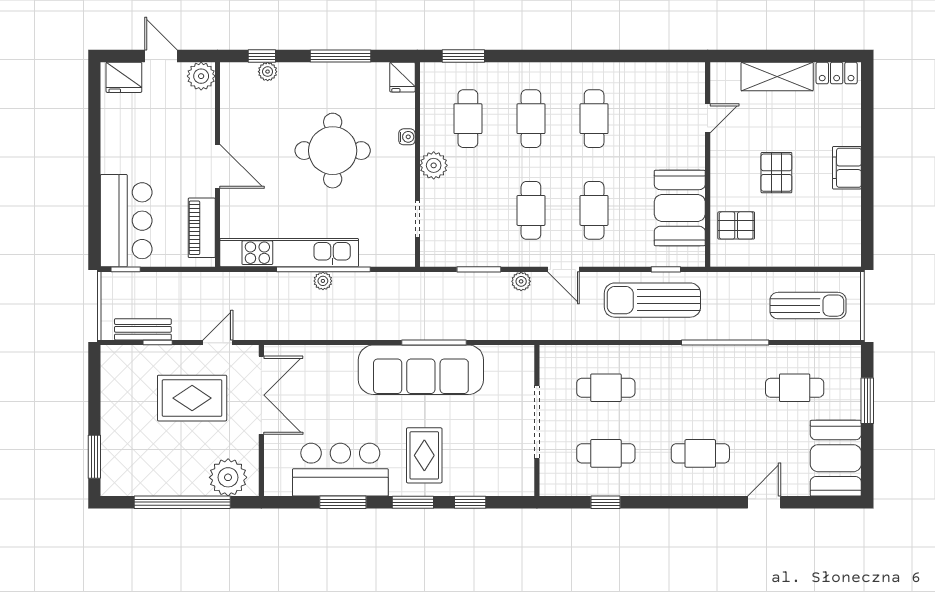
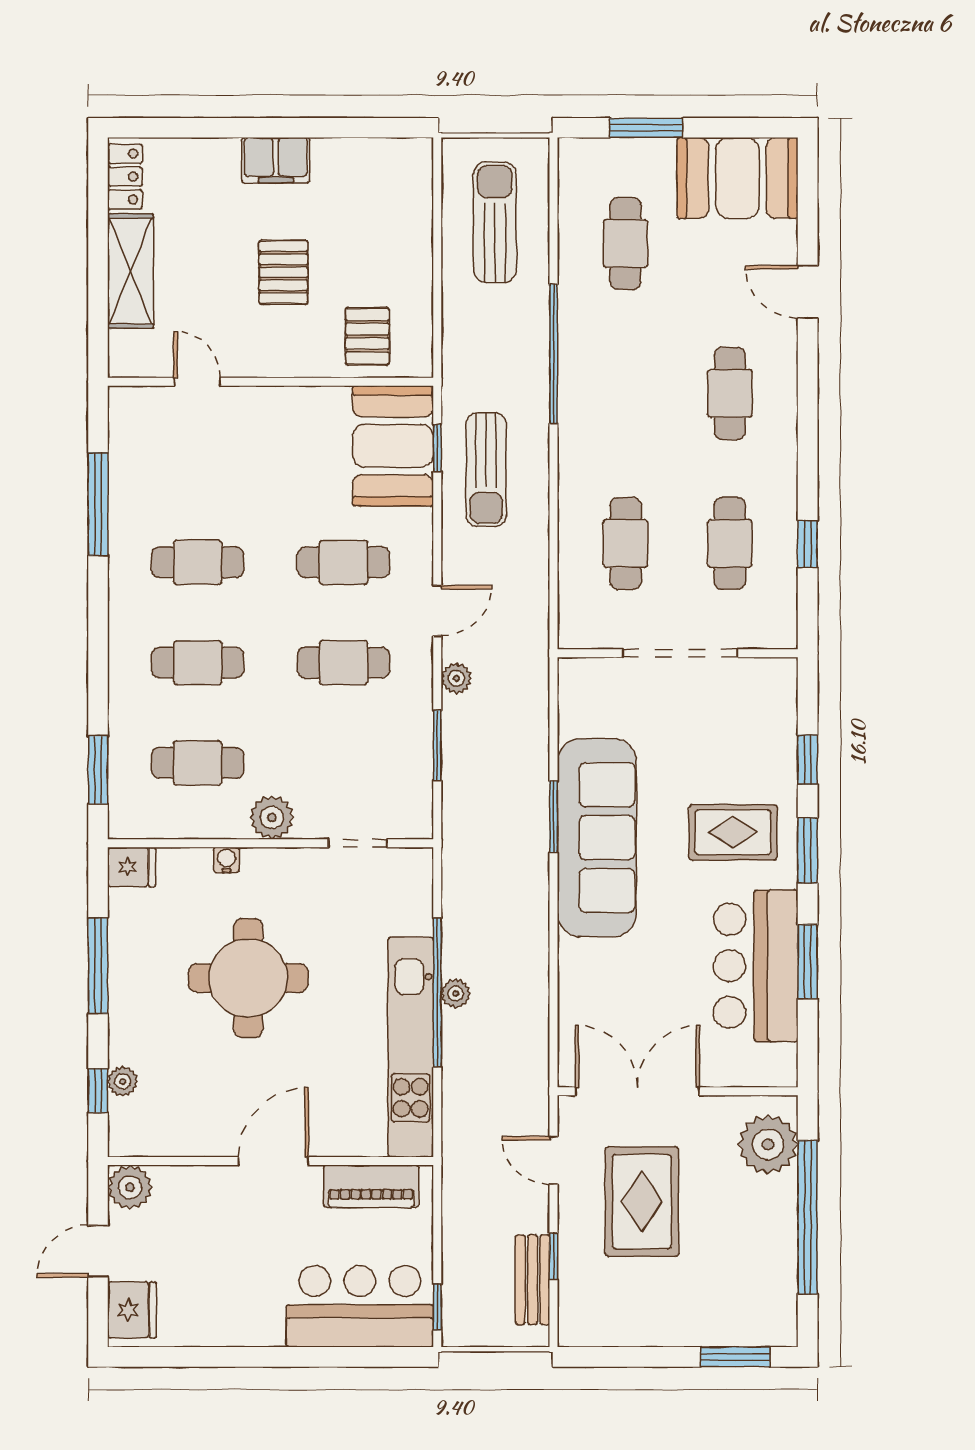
window: (631, 56) -> (98, 504), added
pallet: (776, 173) -> (283, 272), turned 90
booth: (680, 208) -> (393, 446), moved, turned 90
sun lounger: (652, 300) -> (486, 469), width x0.73, depth x0.75
window: (434, 343) -> (554, 817), width x0.69

